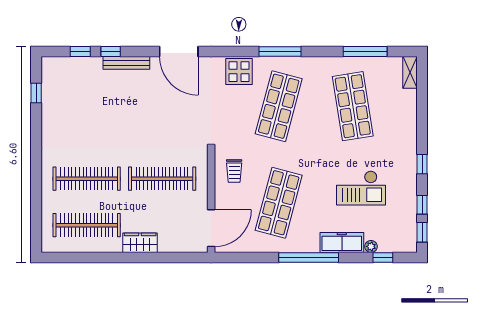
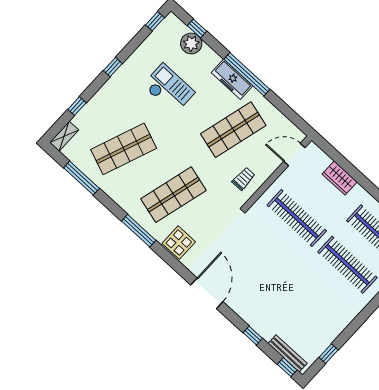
window: (80, 51) -> (287, 367), moved
bench: (126, 63) -> (288, 353), moved
shop shelf: (353, 106) -> (124, 149), turned 30
window: (422, 205) -> (77, 106), moved
door: (211, 228) -> (294, 154), width x0.73
wardrobe: (140, 243) -> (340, 178), moved
freezer: (342, 243) -> (232, 79), moved
plant: (371, 246) -> (191, 43), width x1.88, depth x1.88

